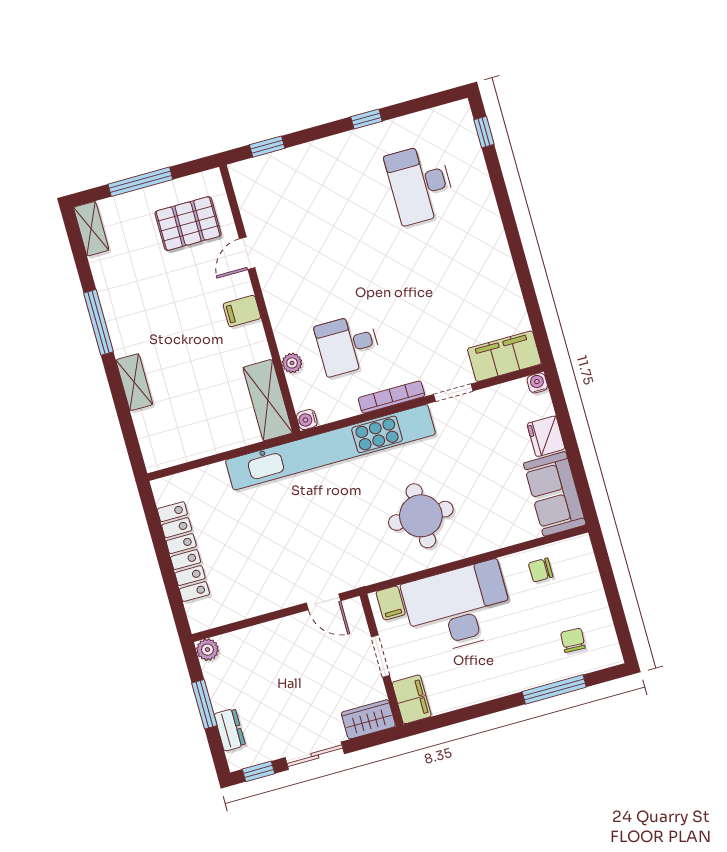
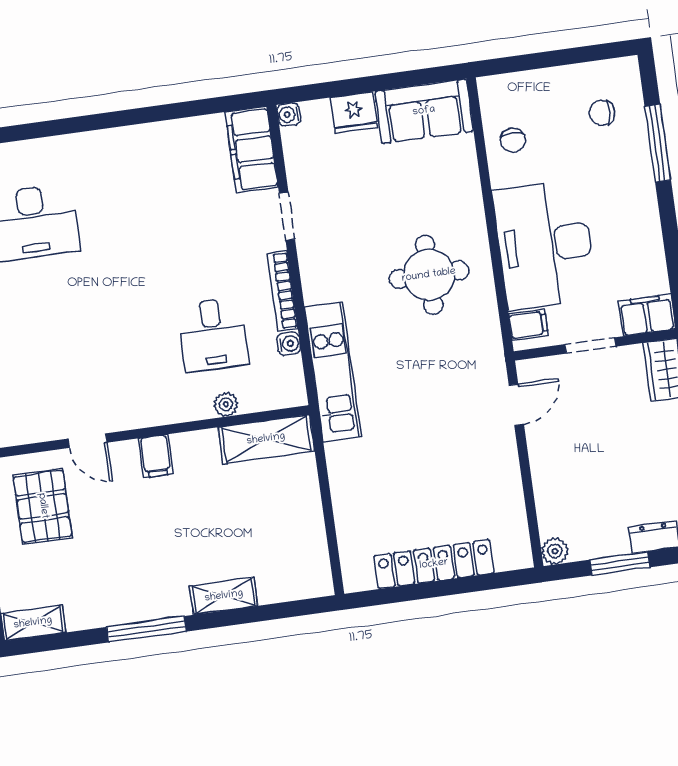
water cooler: (307, 420) -> (289, 344), moved, turned -90
kitchen unit: (330, 447) -> (333, 372), width x0.54

